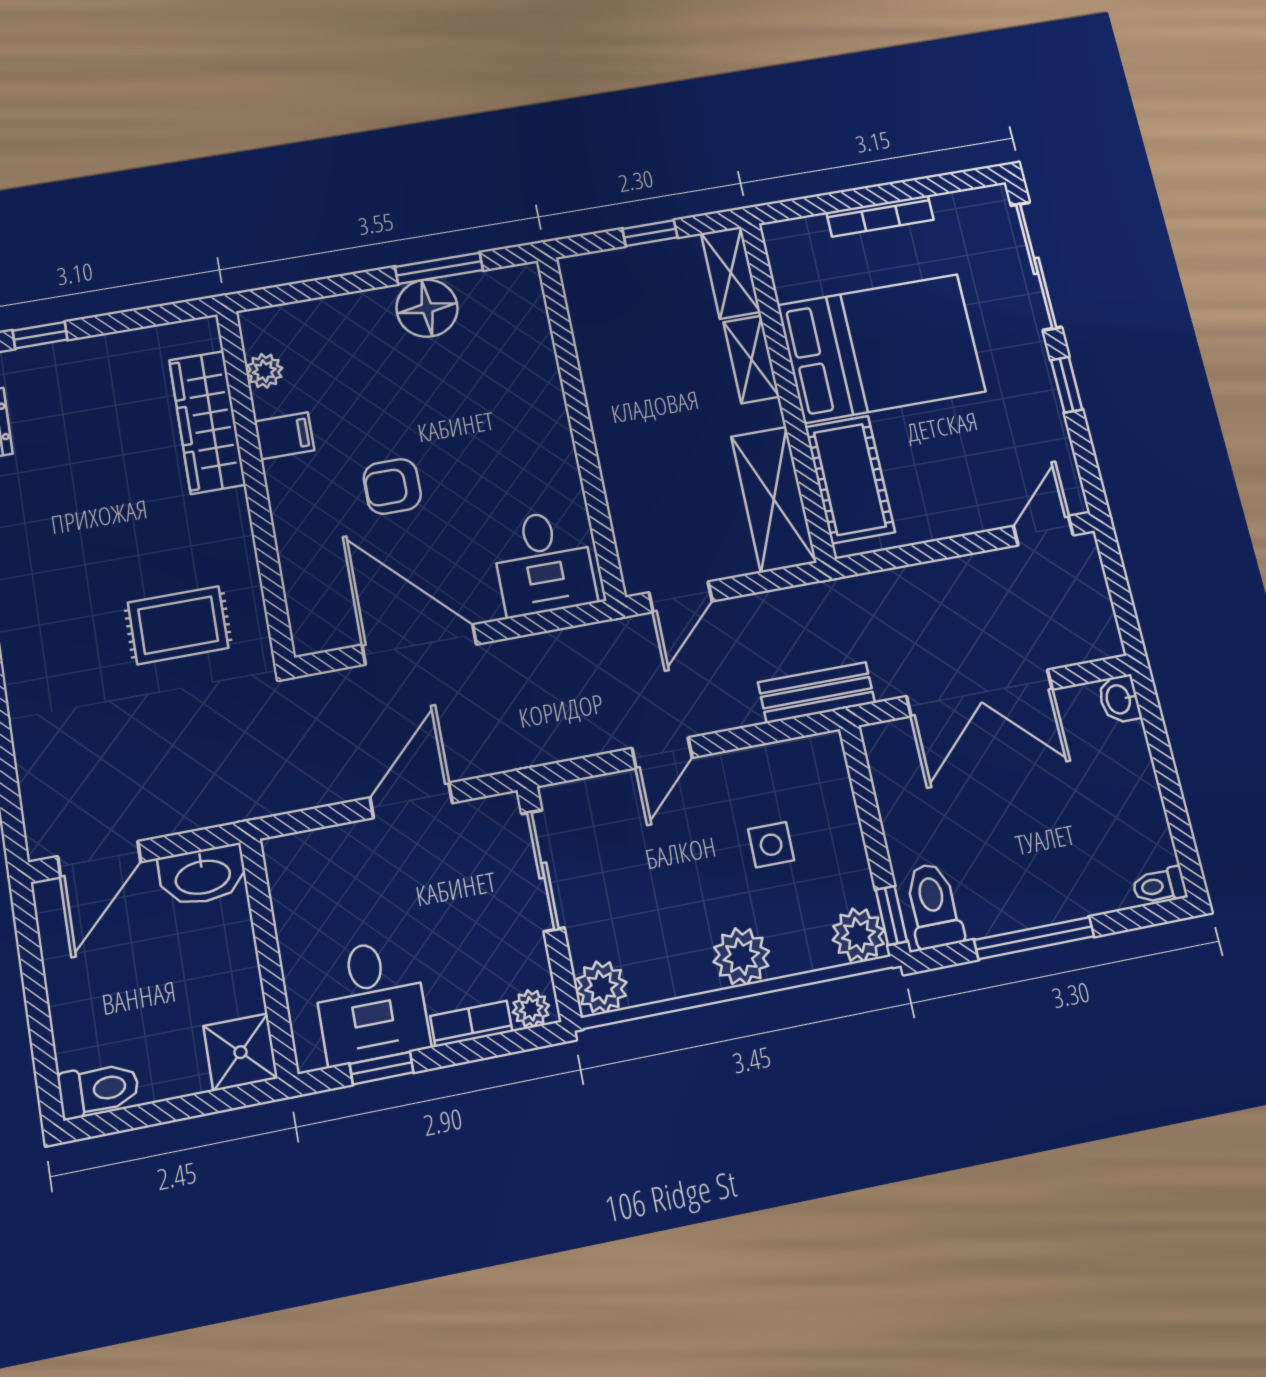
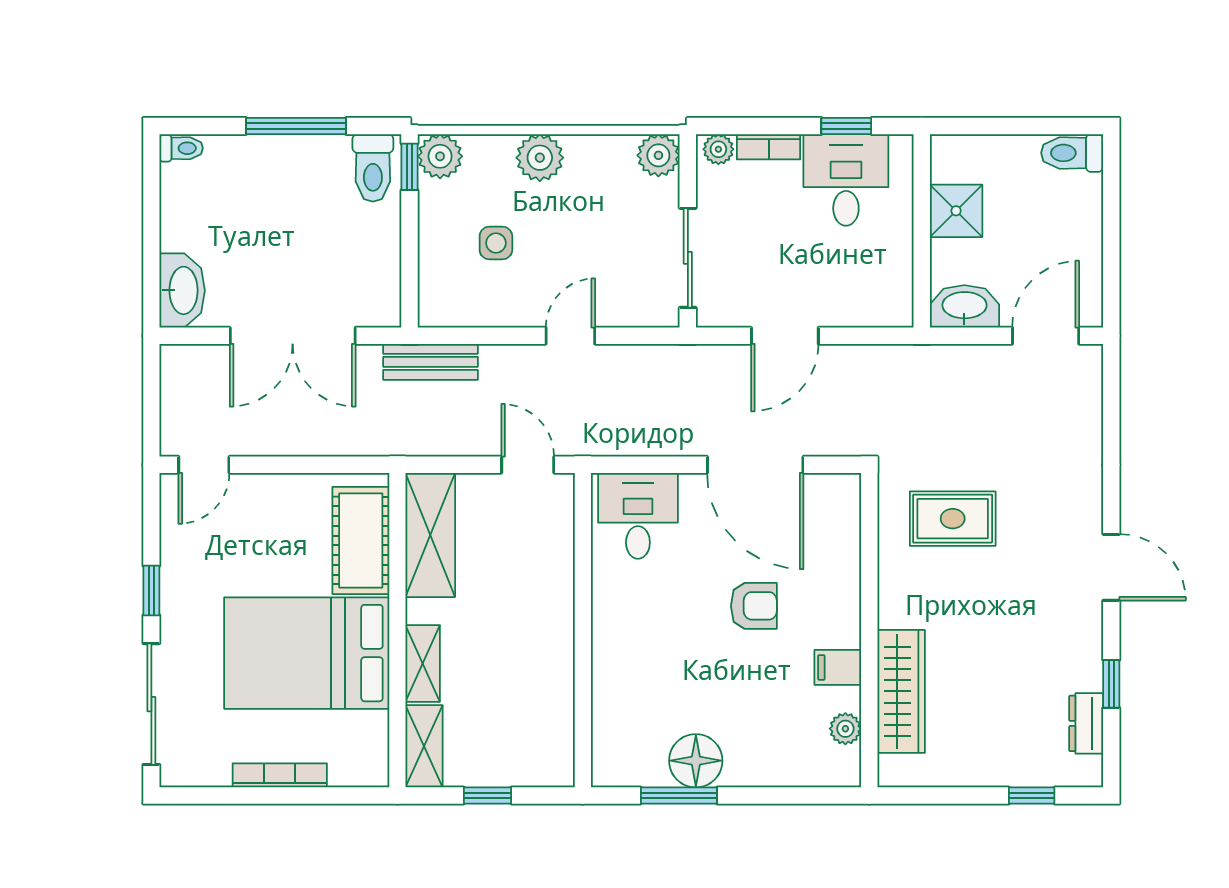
door: (681, 597) -> (528, 465), hinge flipped
double door: (980, 693) -> (293, 336), swing flipped
washbasin: (1119, 699) -> (182, 290), width x1.91, depth x1.45
shower: (241, 1052) -> (956, 211), moved

